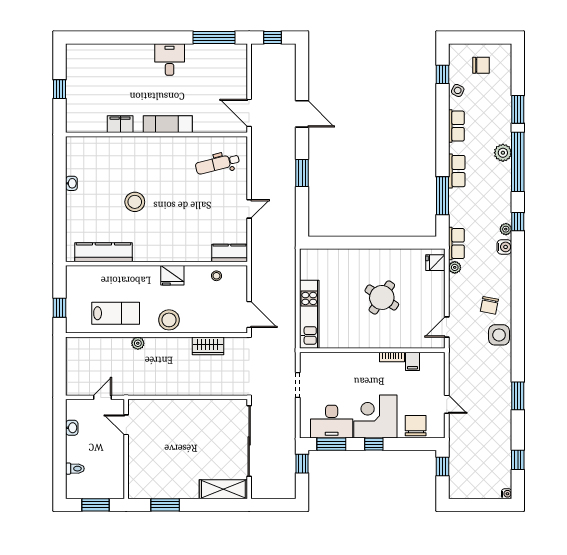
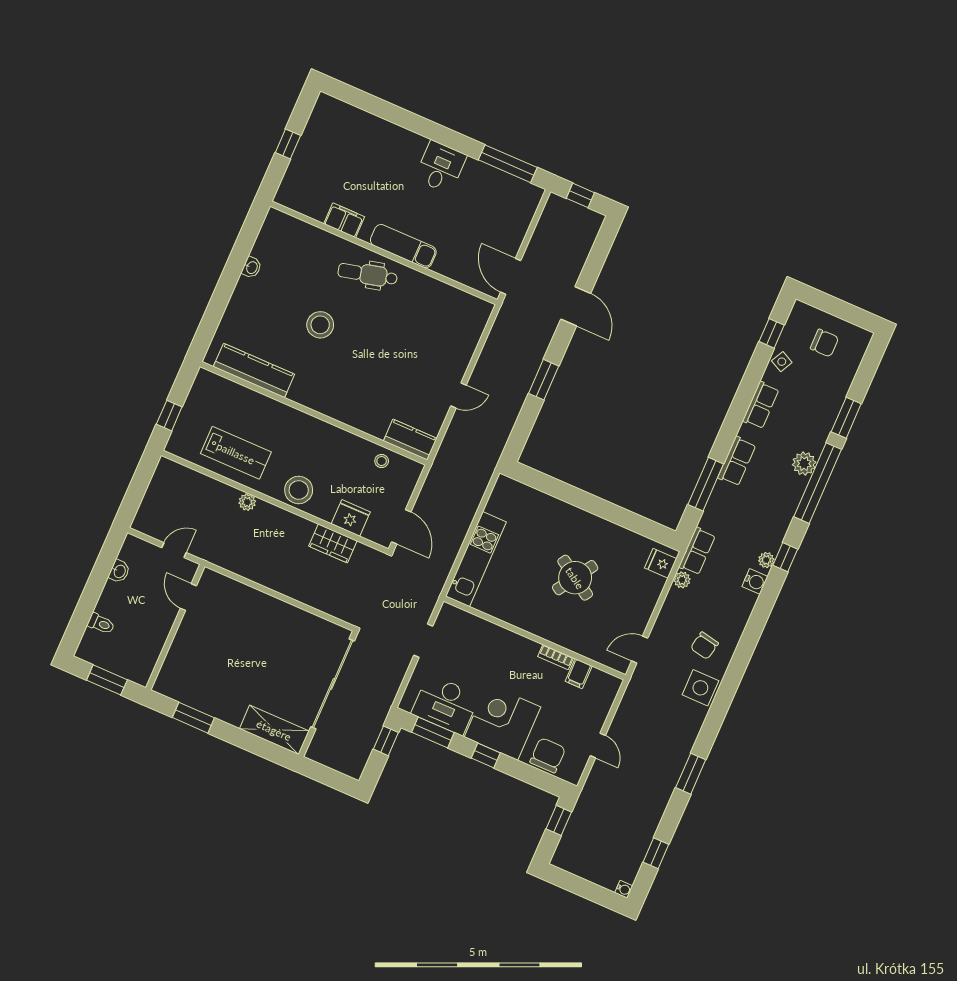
dental chair: (217, 164) -> (368, 274), moved
fridge: (172, 275) -> (351, 518), moved, turned 180

